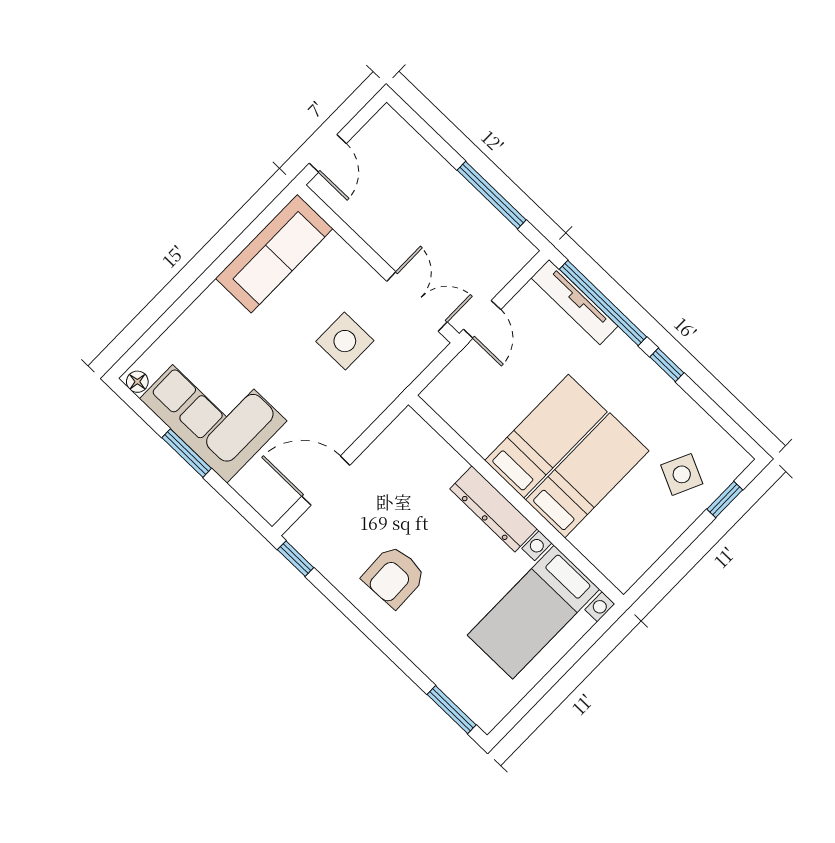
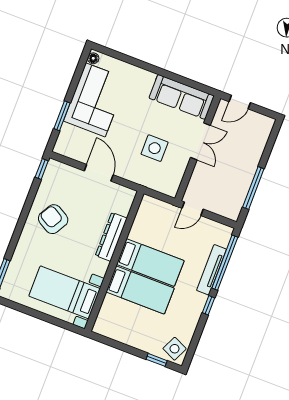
double door: (417, 302) -> (200, 141), moved
tv unit: (574, 302) -> (212, 270), moved
window: (187, 453) -> (62, 116), moved
side table: (682, 474) -> (175, 349), moved
door: (326, 481) -> (99, 173), moved
dresser: (493, 509) -> (111, 237), moved
armchair: (394, 577) -> (53, 219), turned 32

